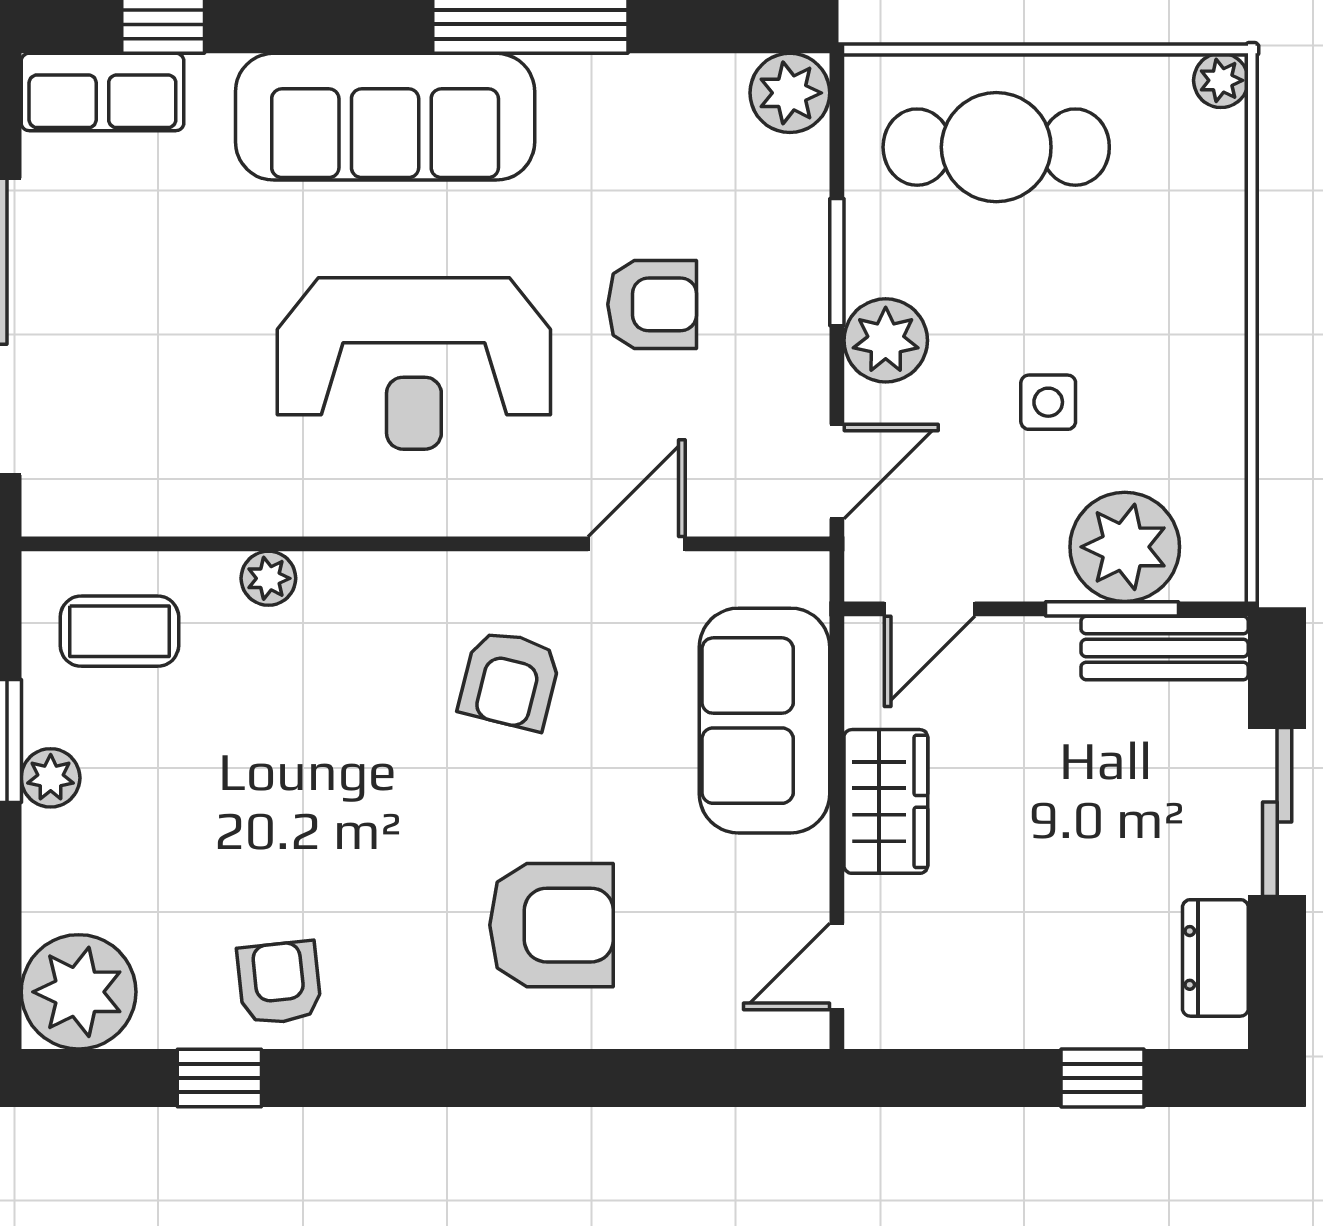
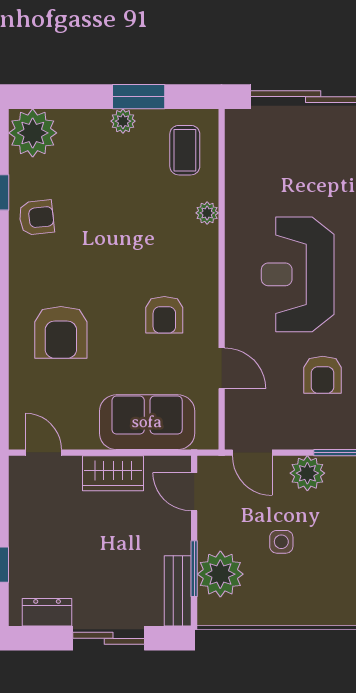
armchair: (510, 680) -> (164, 315), turned -104

